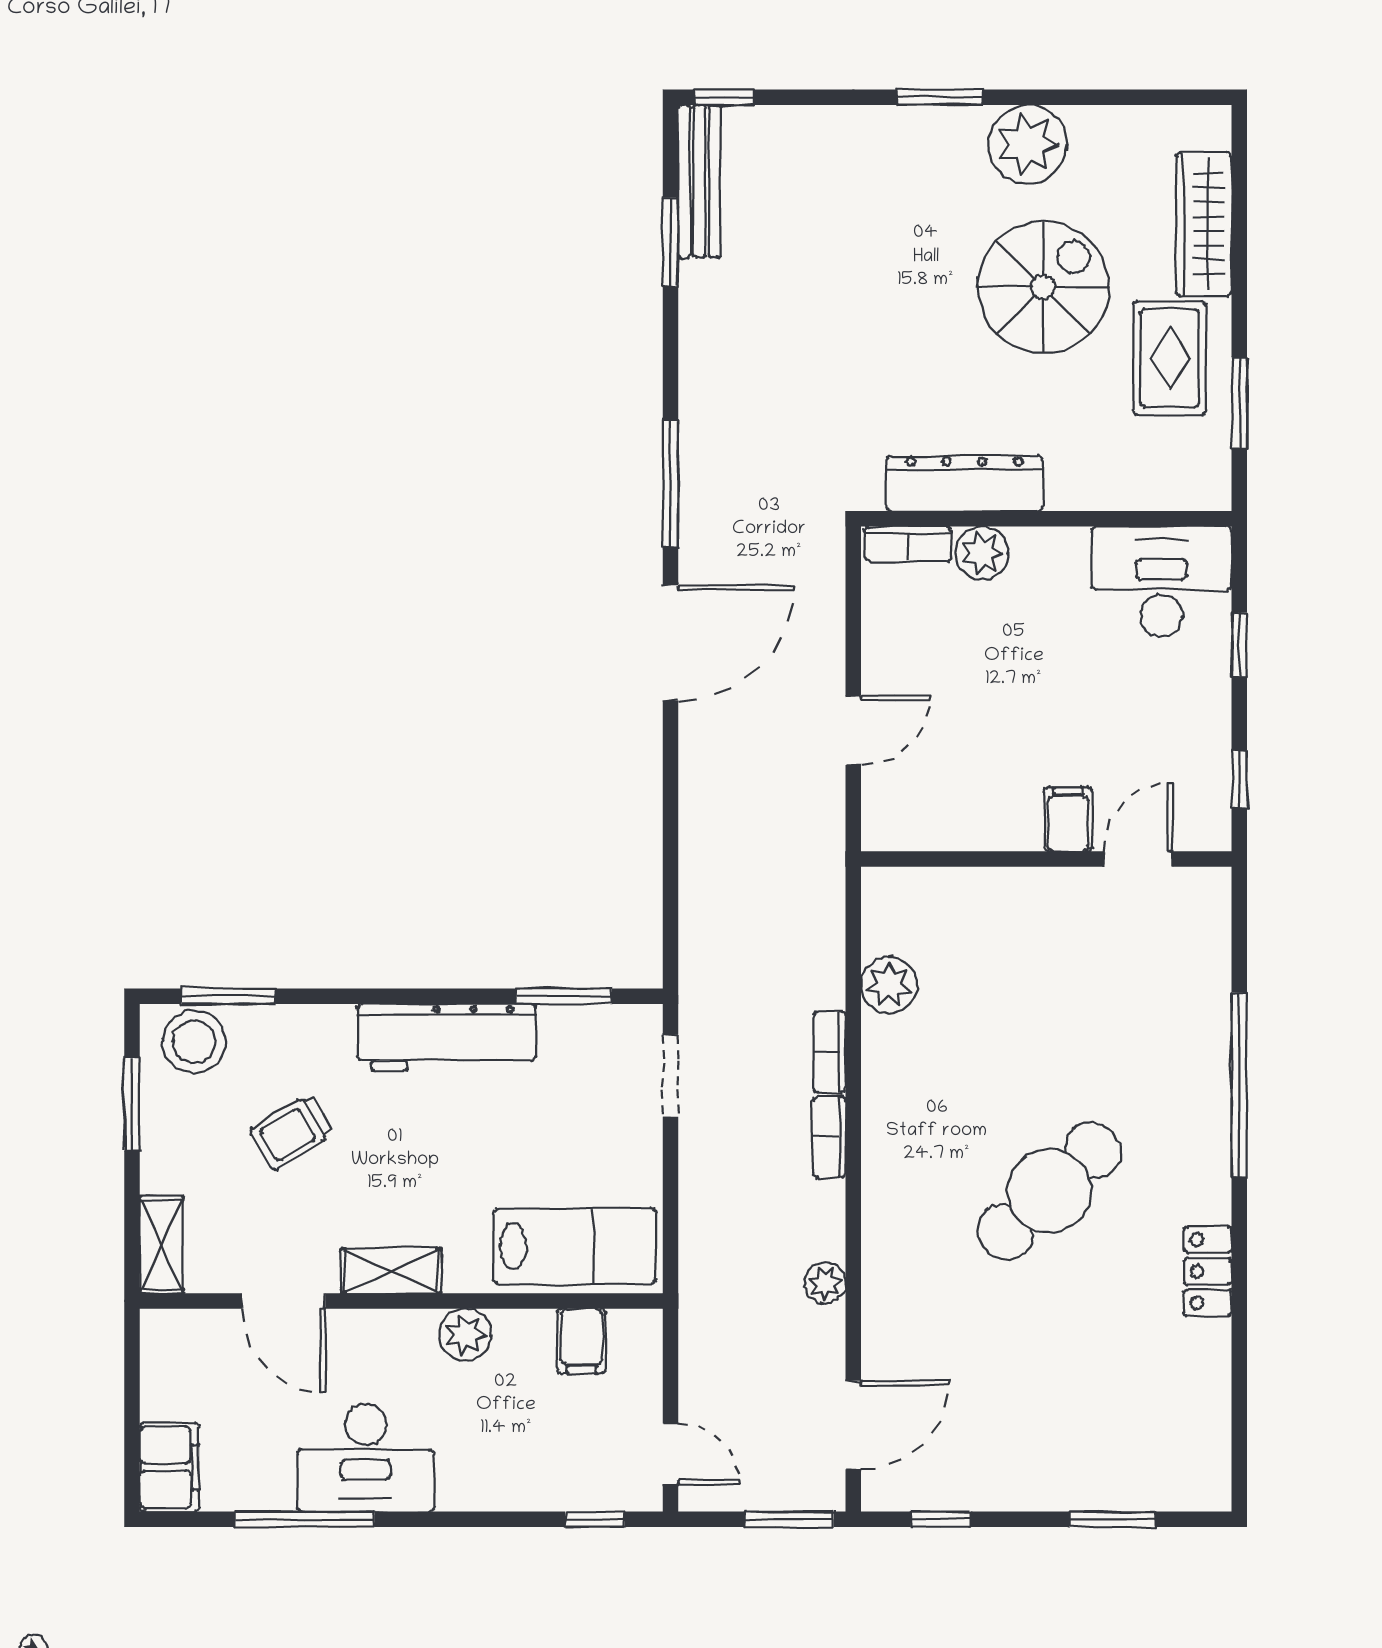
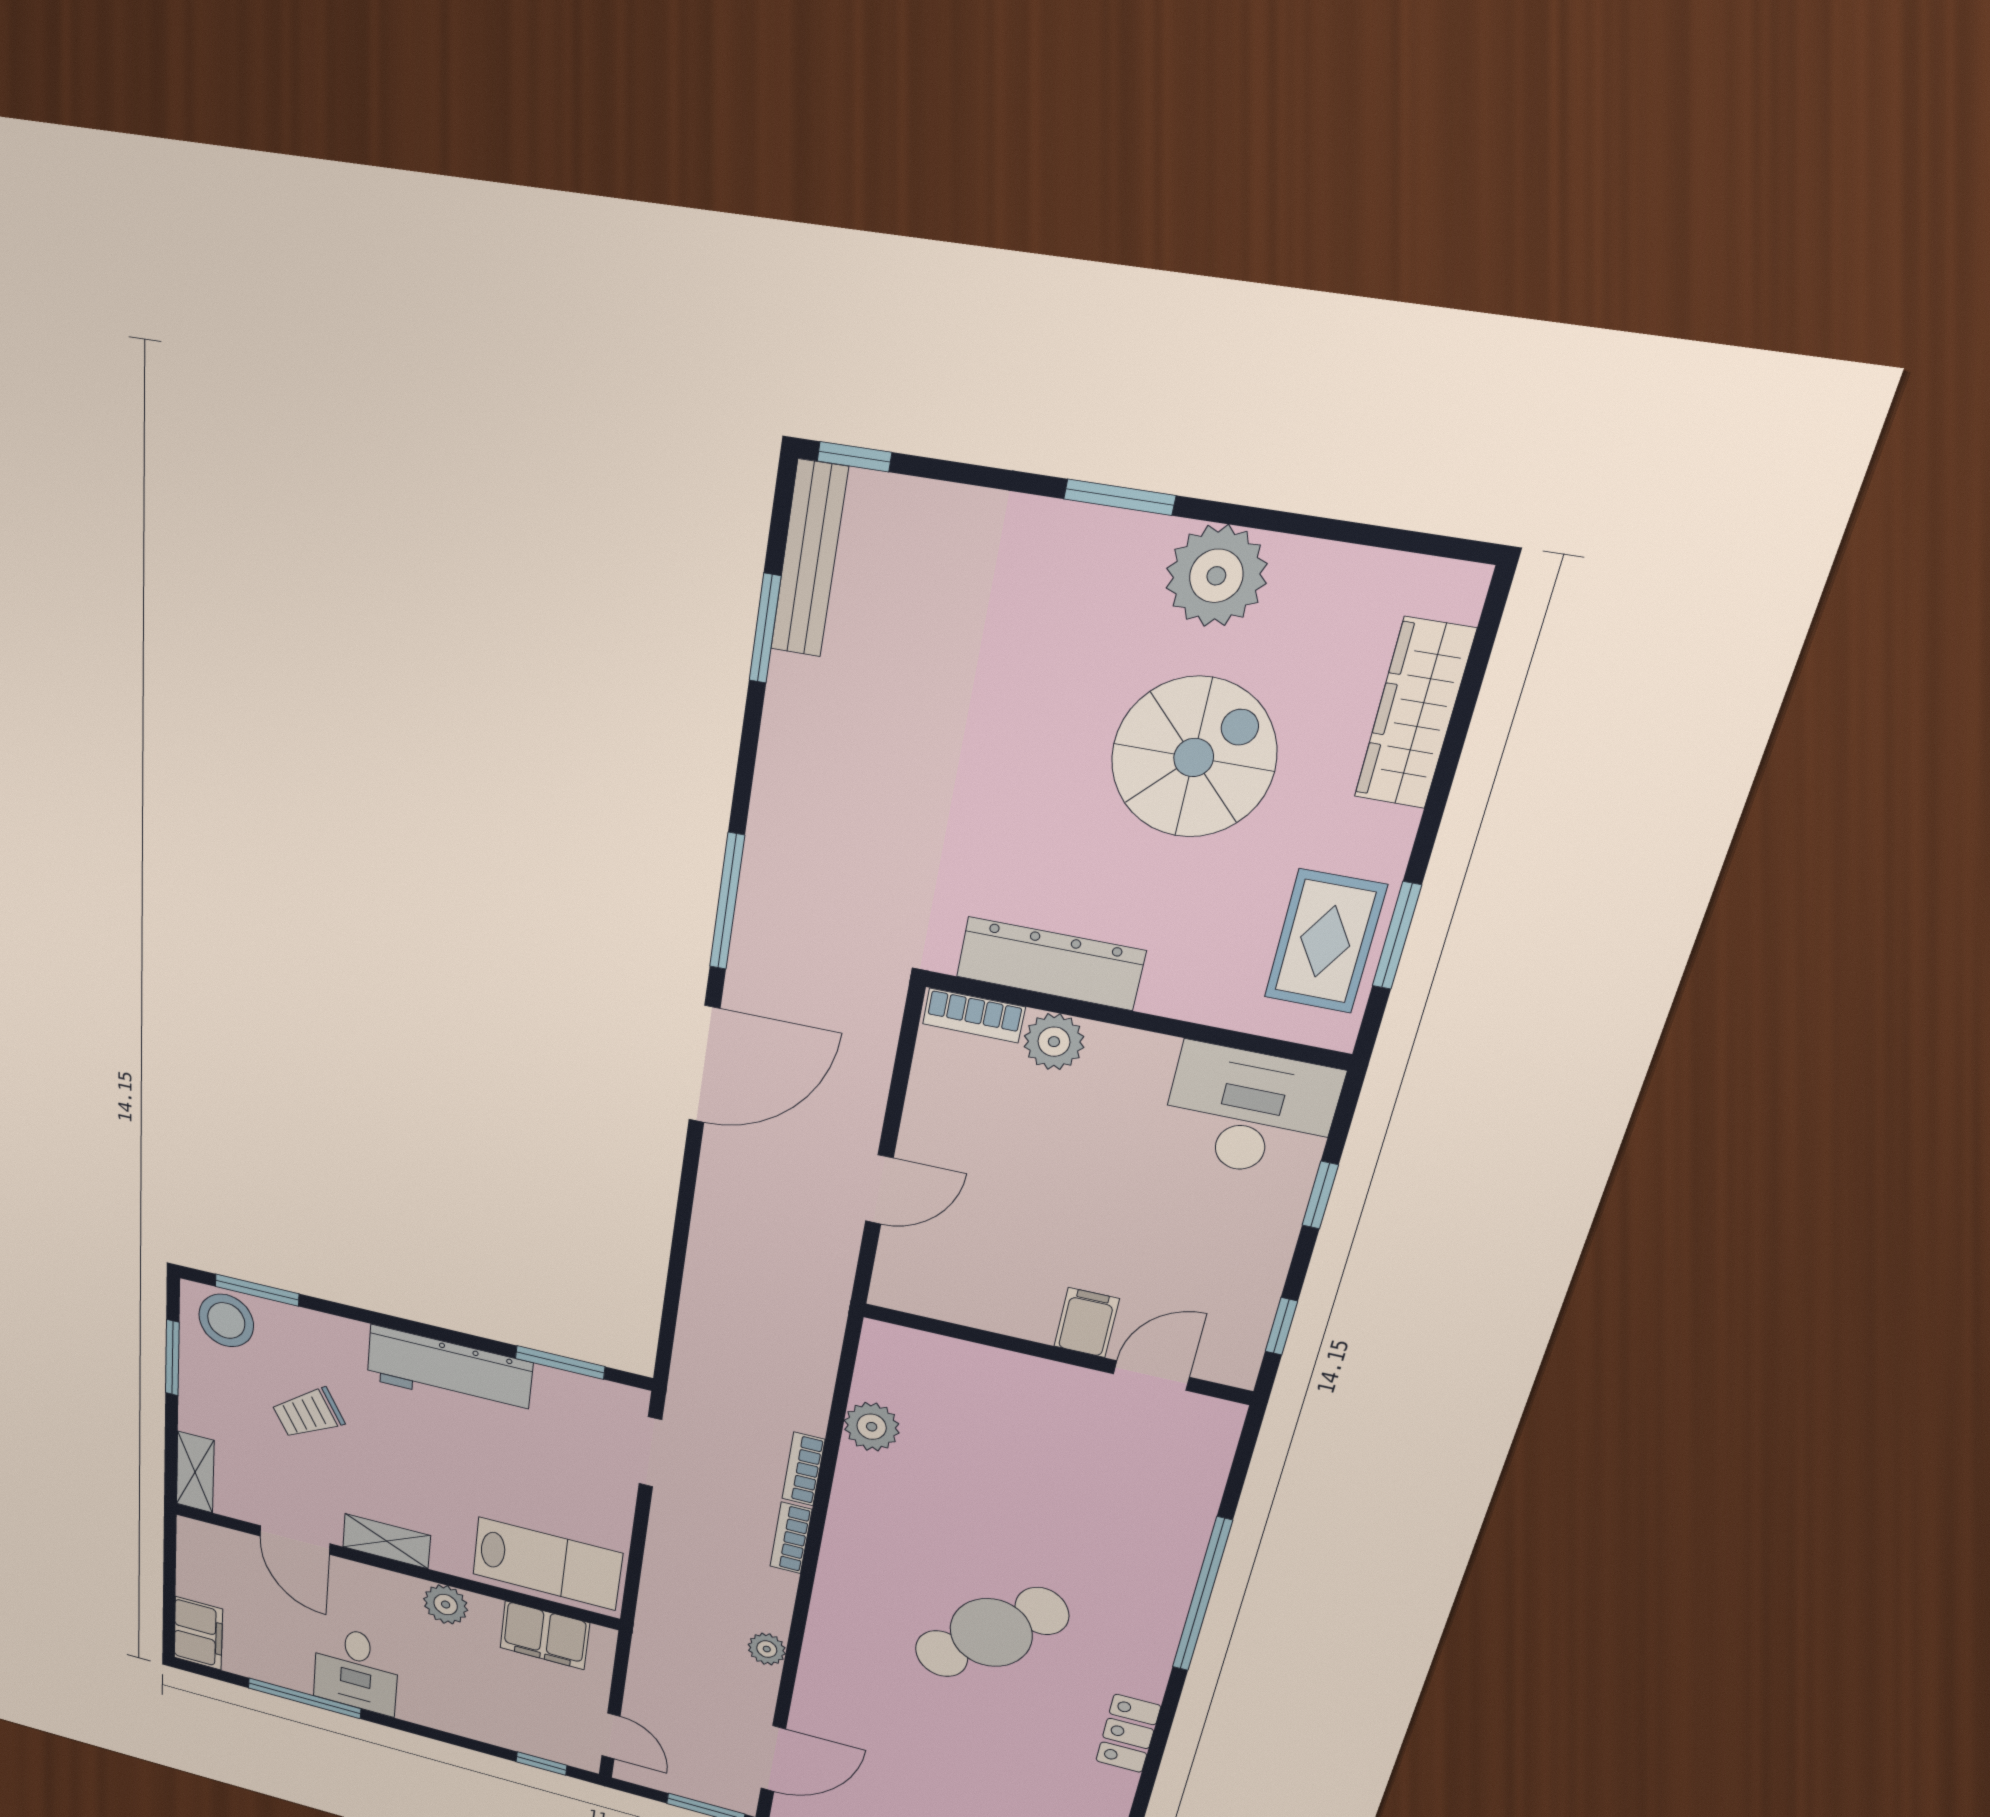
rug: (1170, 358) -> (1325, 941), moved
filing cabinet: (581, 1341) -> (545, 1635), width x2.00
desk: (366, 1458) -> (356, 1670), width x0.73

